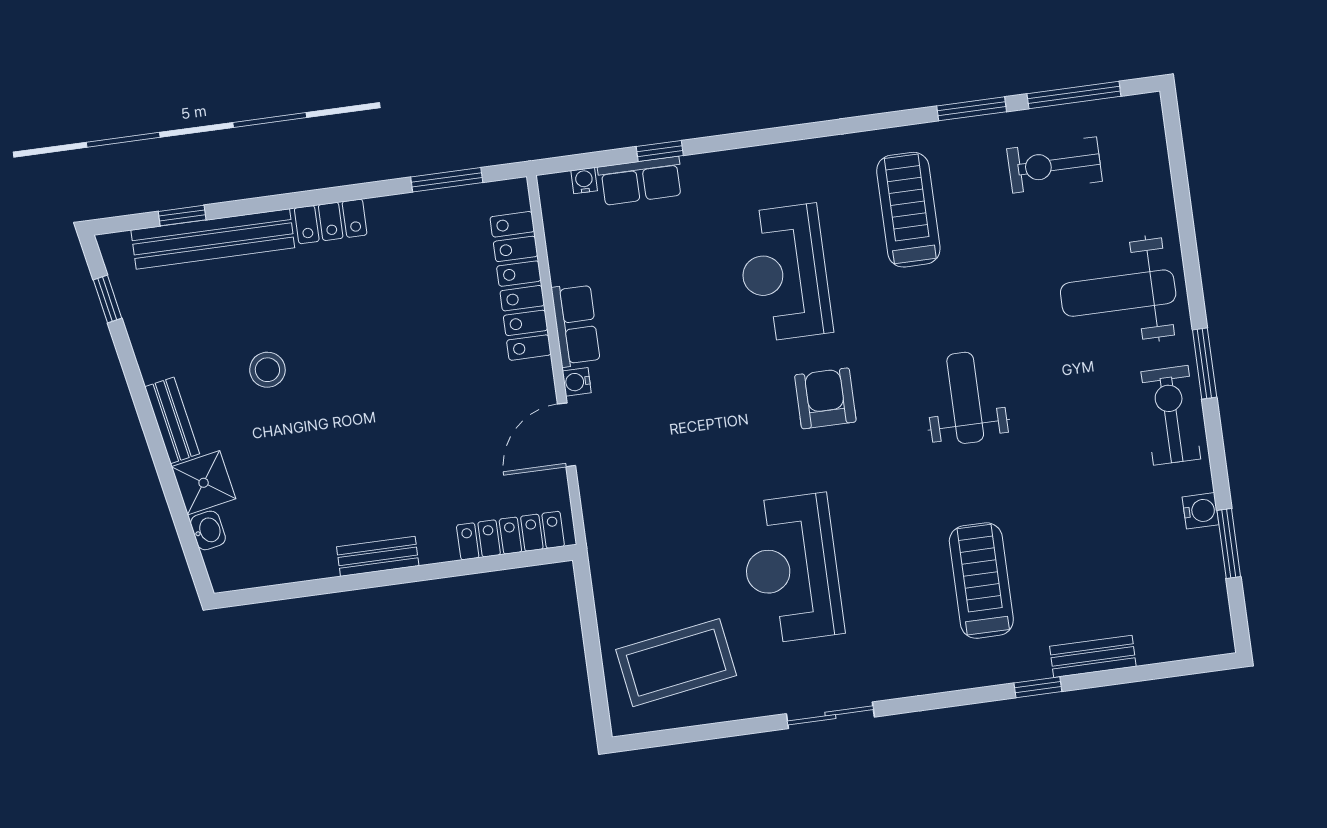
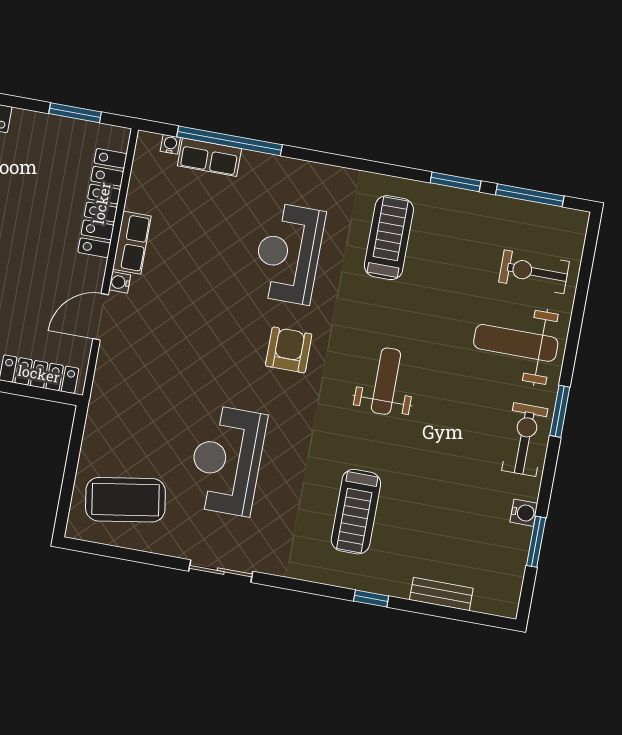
window: (660, 151) -> (229, 141), width x3.17
exercise bike: (1055, 165) -> (534, 272), moved
treadmill: (981, 581) -> (356, 512), turned 180
bench: (1093, 656) -> (441, 594), moved

